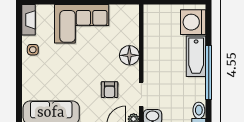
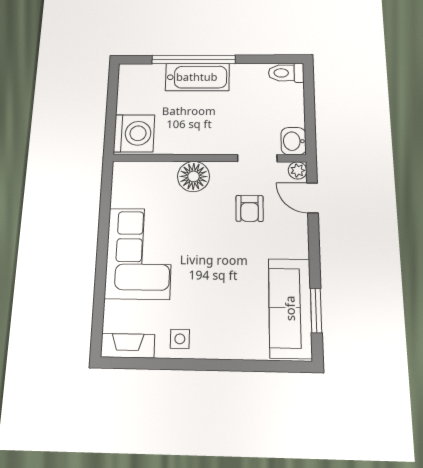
washing machine: (193, 22) -> (134, 133), moved, turned -90
window: (209, 72) -> (194, 60), moved
armchair: (110, 90) -> (250, 208), turned 90

